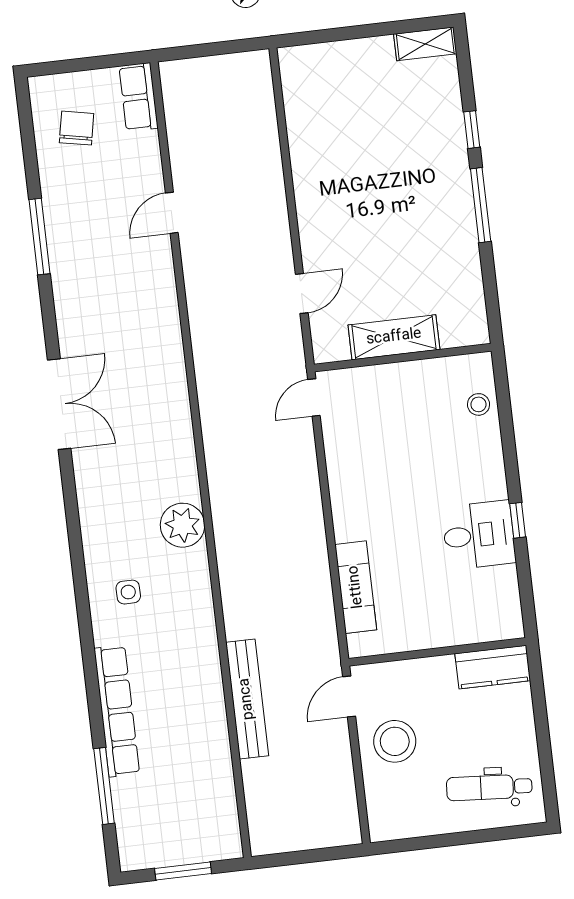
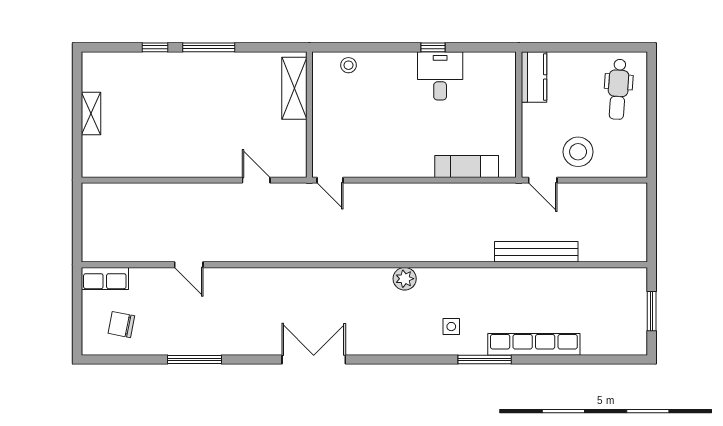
shelving: (425, 44) -> (91, 113), moved
shelving: (394, 337) -> (294, 88), moved
plant: (183, 525) -> (405, 279), width x0.73, depth x0.73
window: (104, 786) -> (485, 359), moved

